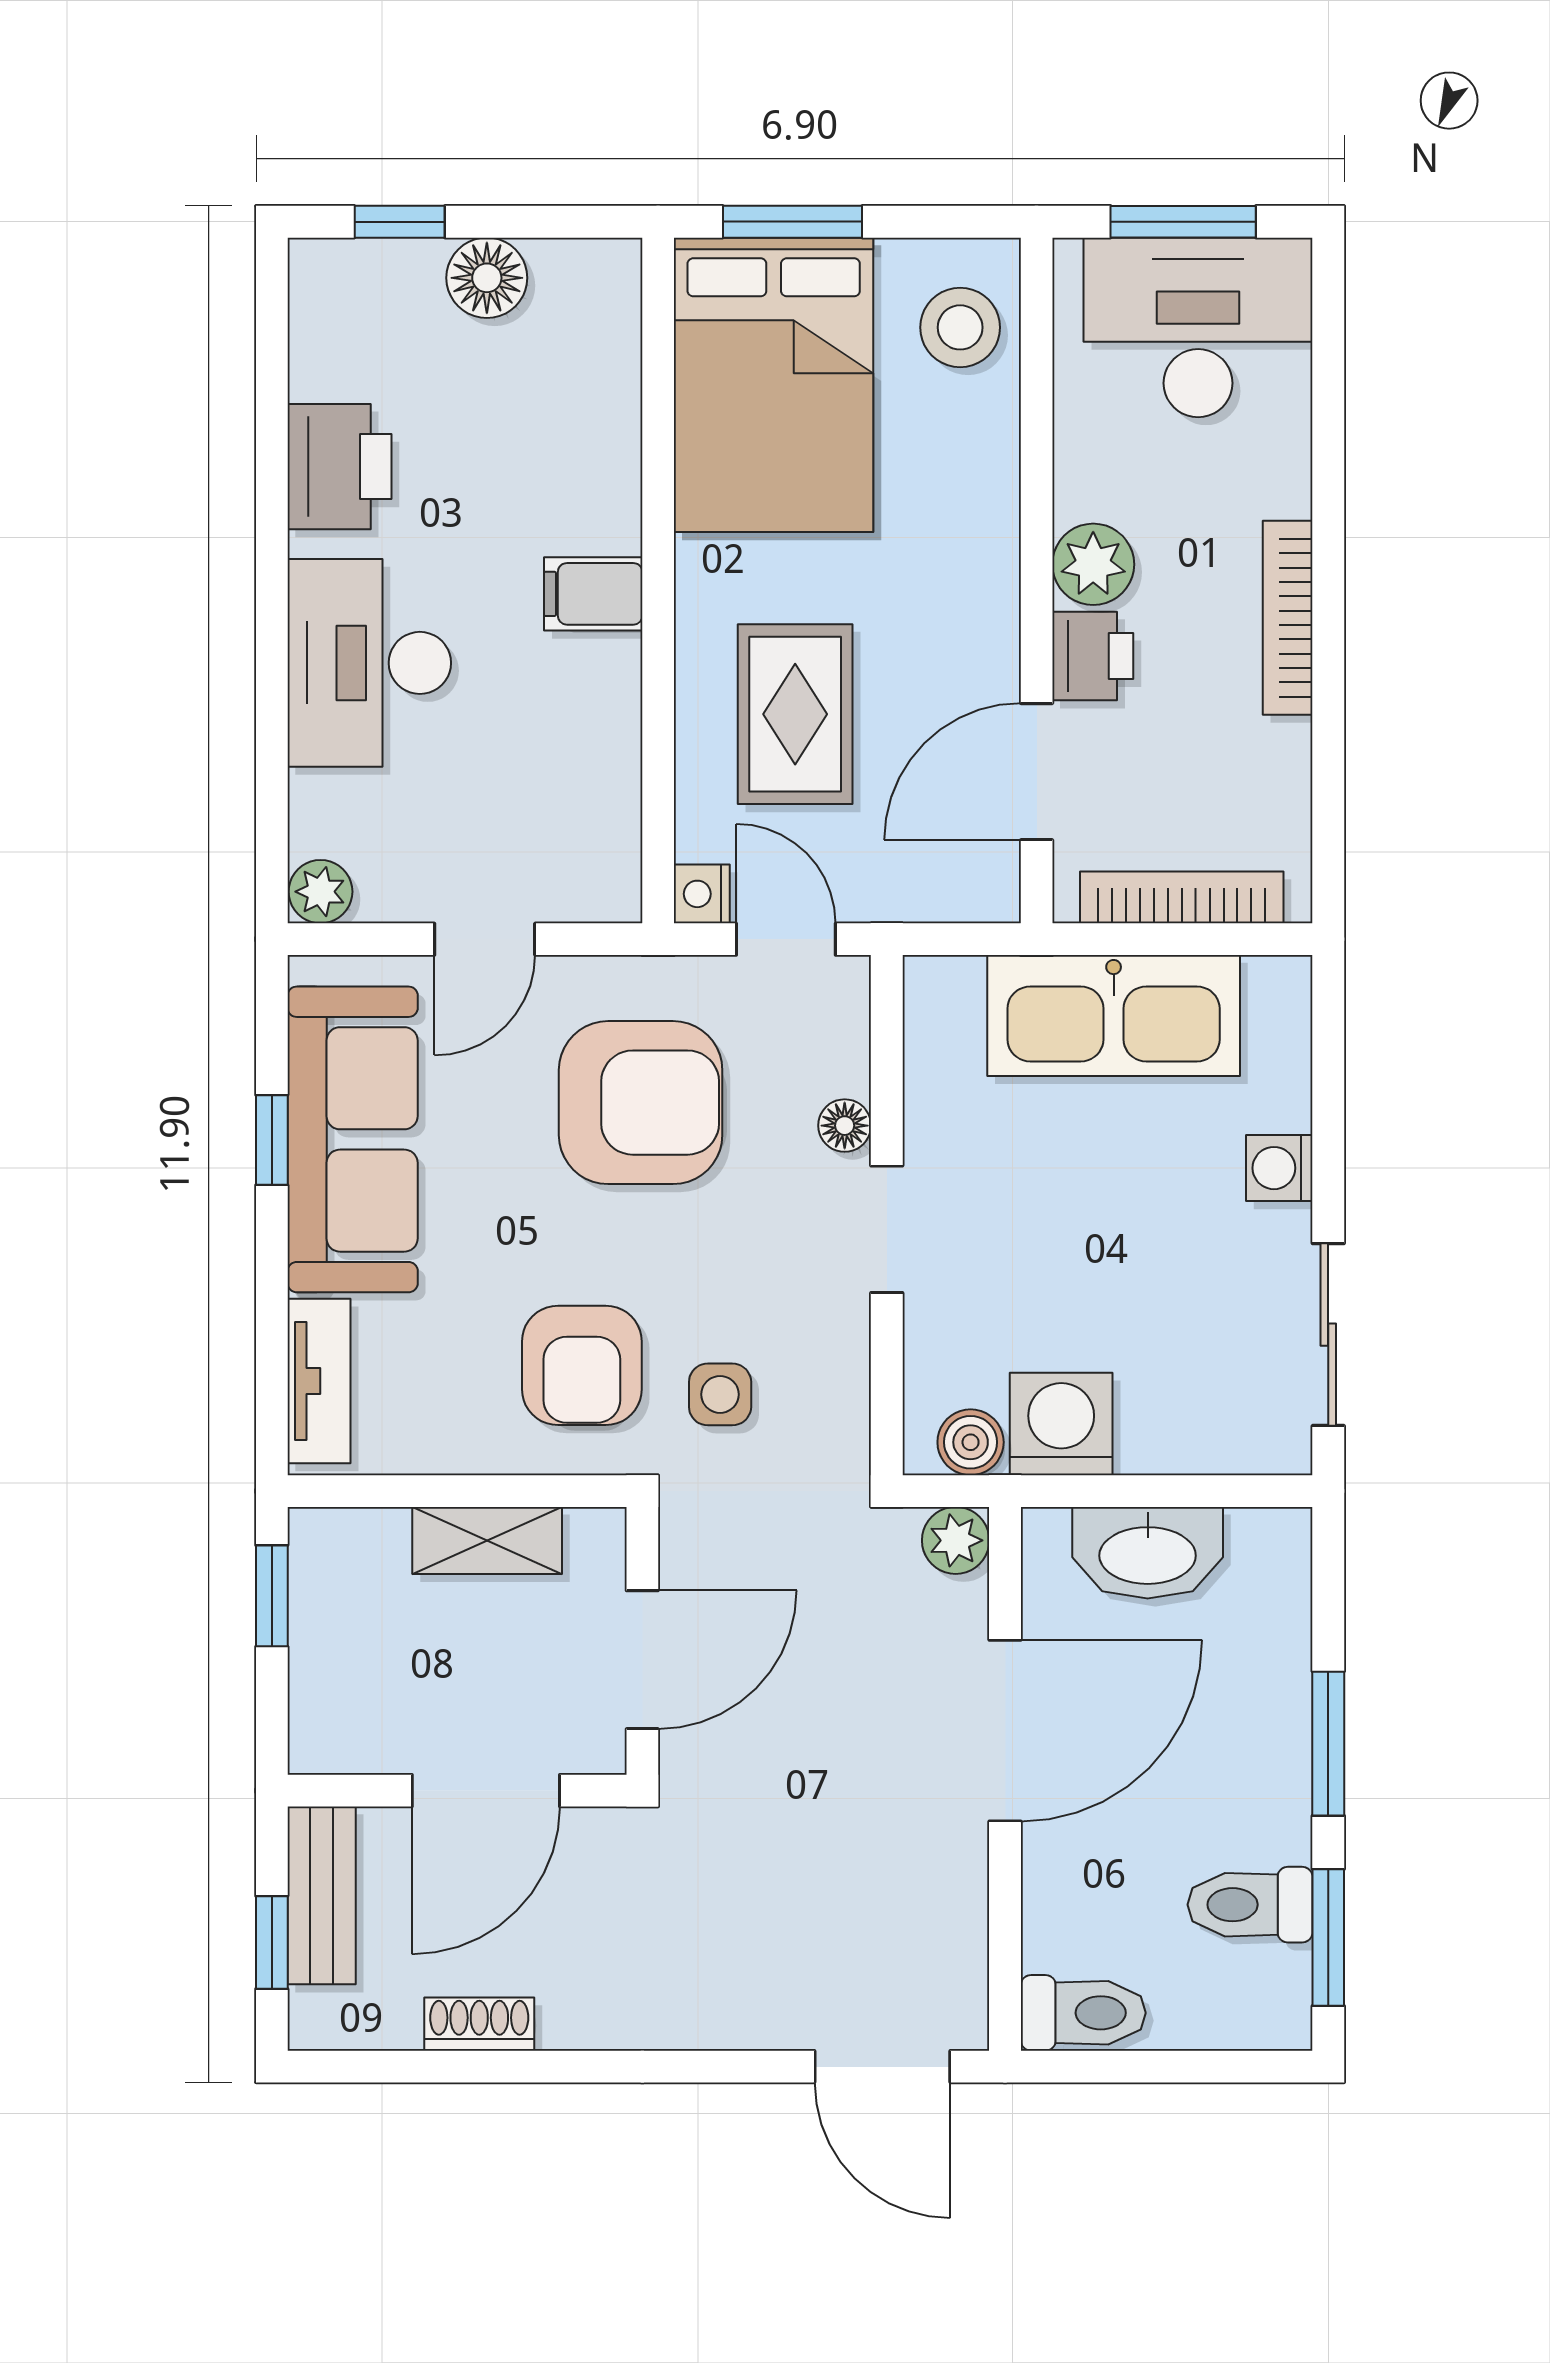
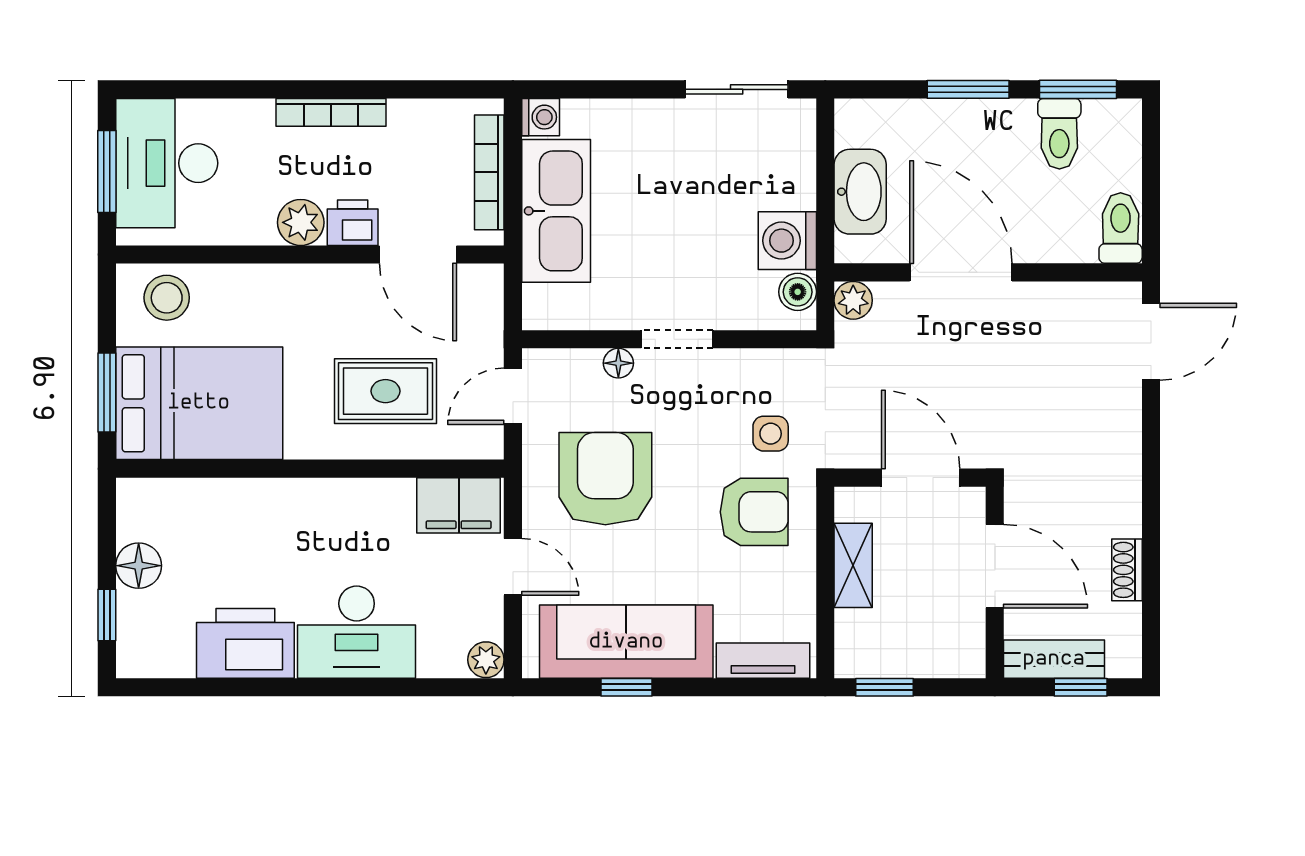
printer: (339, 467) -> (245, 643), width x1.37, depth x1.19
filing cabinet: (593, 594) -> (459, 505), moved, width x2.00
nightstand: (702, 894) -> (487, 444), removed
washing machine: (1279, 1168) -> (541, 117), moved, turned -90

